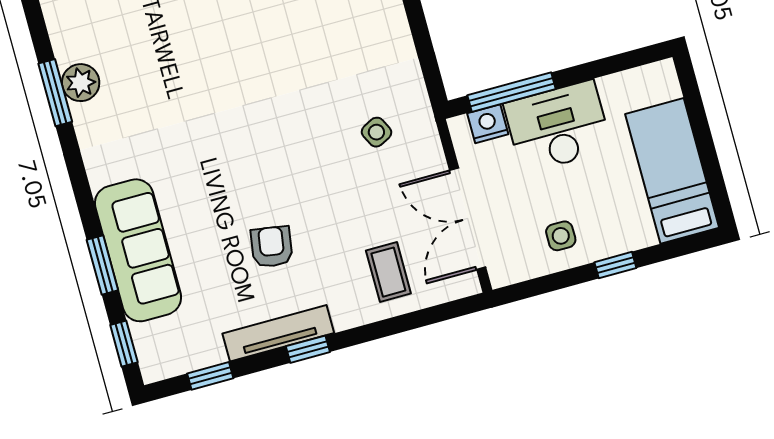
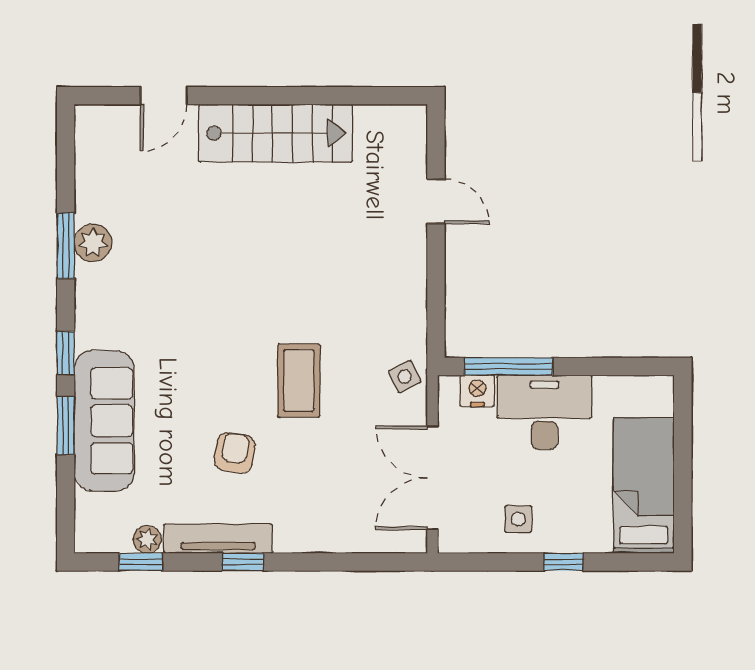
side table: (376, 132) -> (405, 377), moved
coffee table: (388, 272) -> (299, 381), moved, width x1.36, depth x1.30
window: (124, 344) -> (66, 353), moved
plant: (210, 353) -> (147, 540), added

